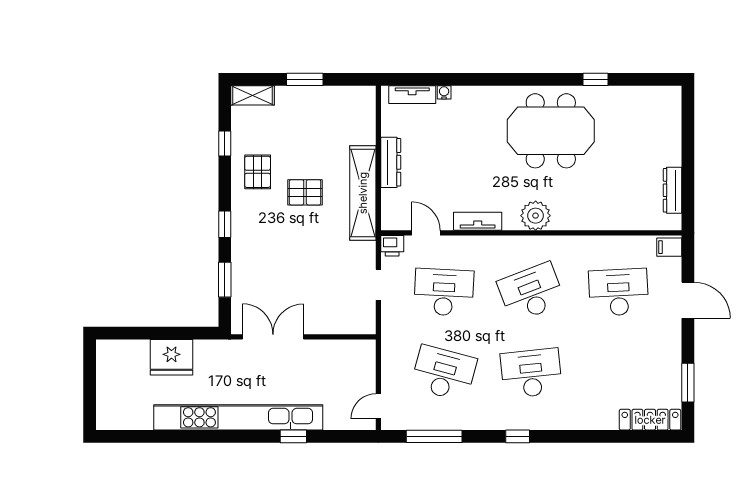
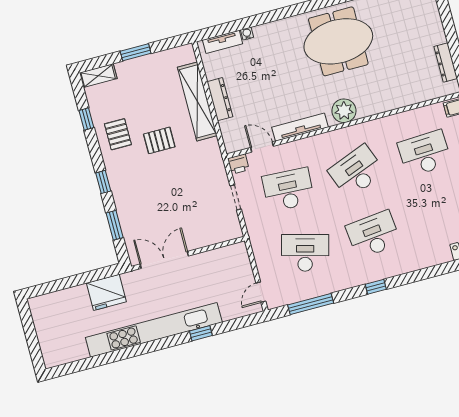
shelving: (363, 193) -> (197, 101), moved
tv unit: (478, 221) -> (300, 127), width x1.41
fridge: (172, 357) -> (106, 292), moved

